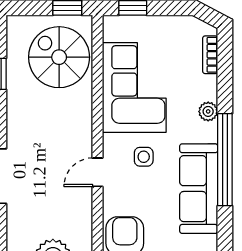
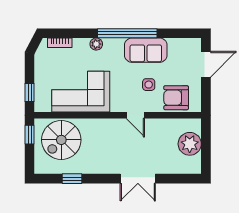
side table: (144, 157) -> (149, 85), moved
sofa: (199, 189) -> (146, 50), width x0.73

